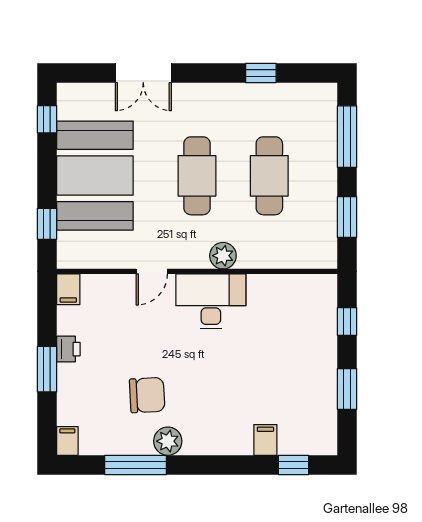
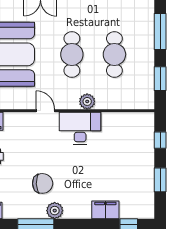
door: (152, 271) -> (45, 111), swing flipped
filing cabinet: (265, 440) -> (105, 210), width x2.00

